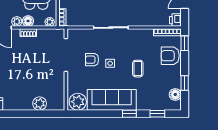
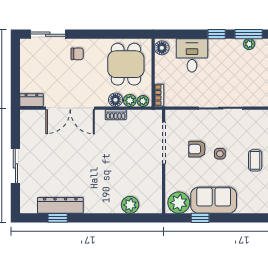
plant: (17, 21) -> (130, 100), moved
sofa: (112, 100) -> (214, 200), width x0.73
window: (129, 114) -> (200, 218), moved

